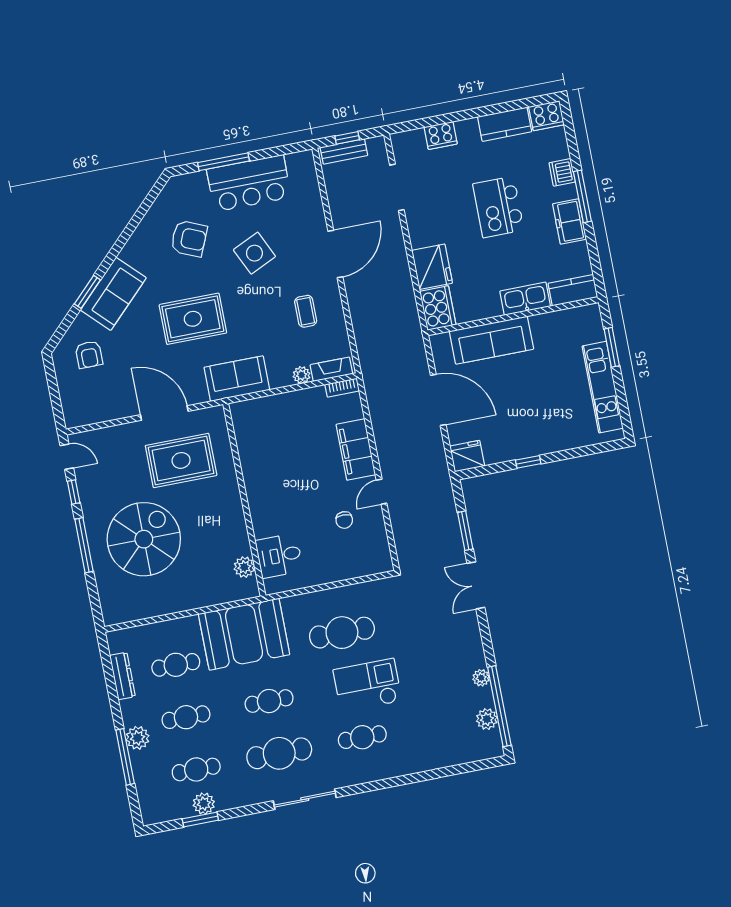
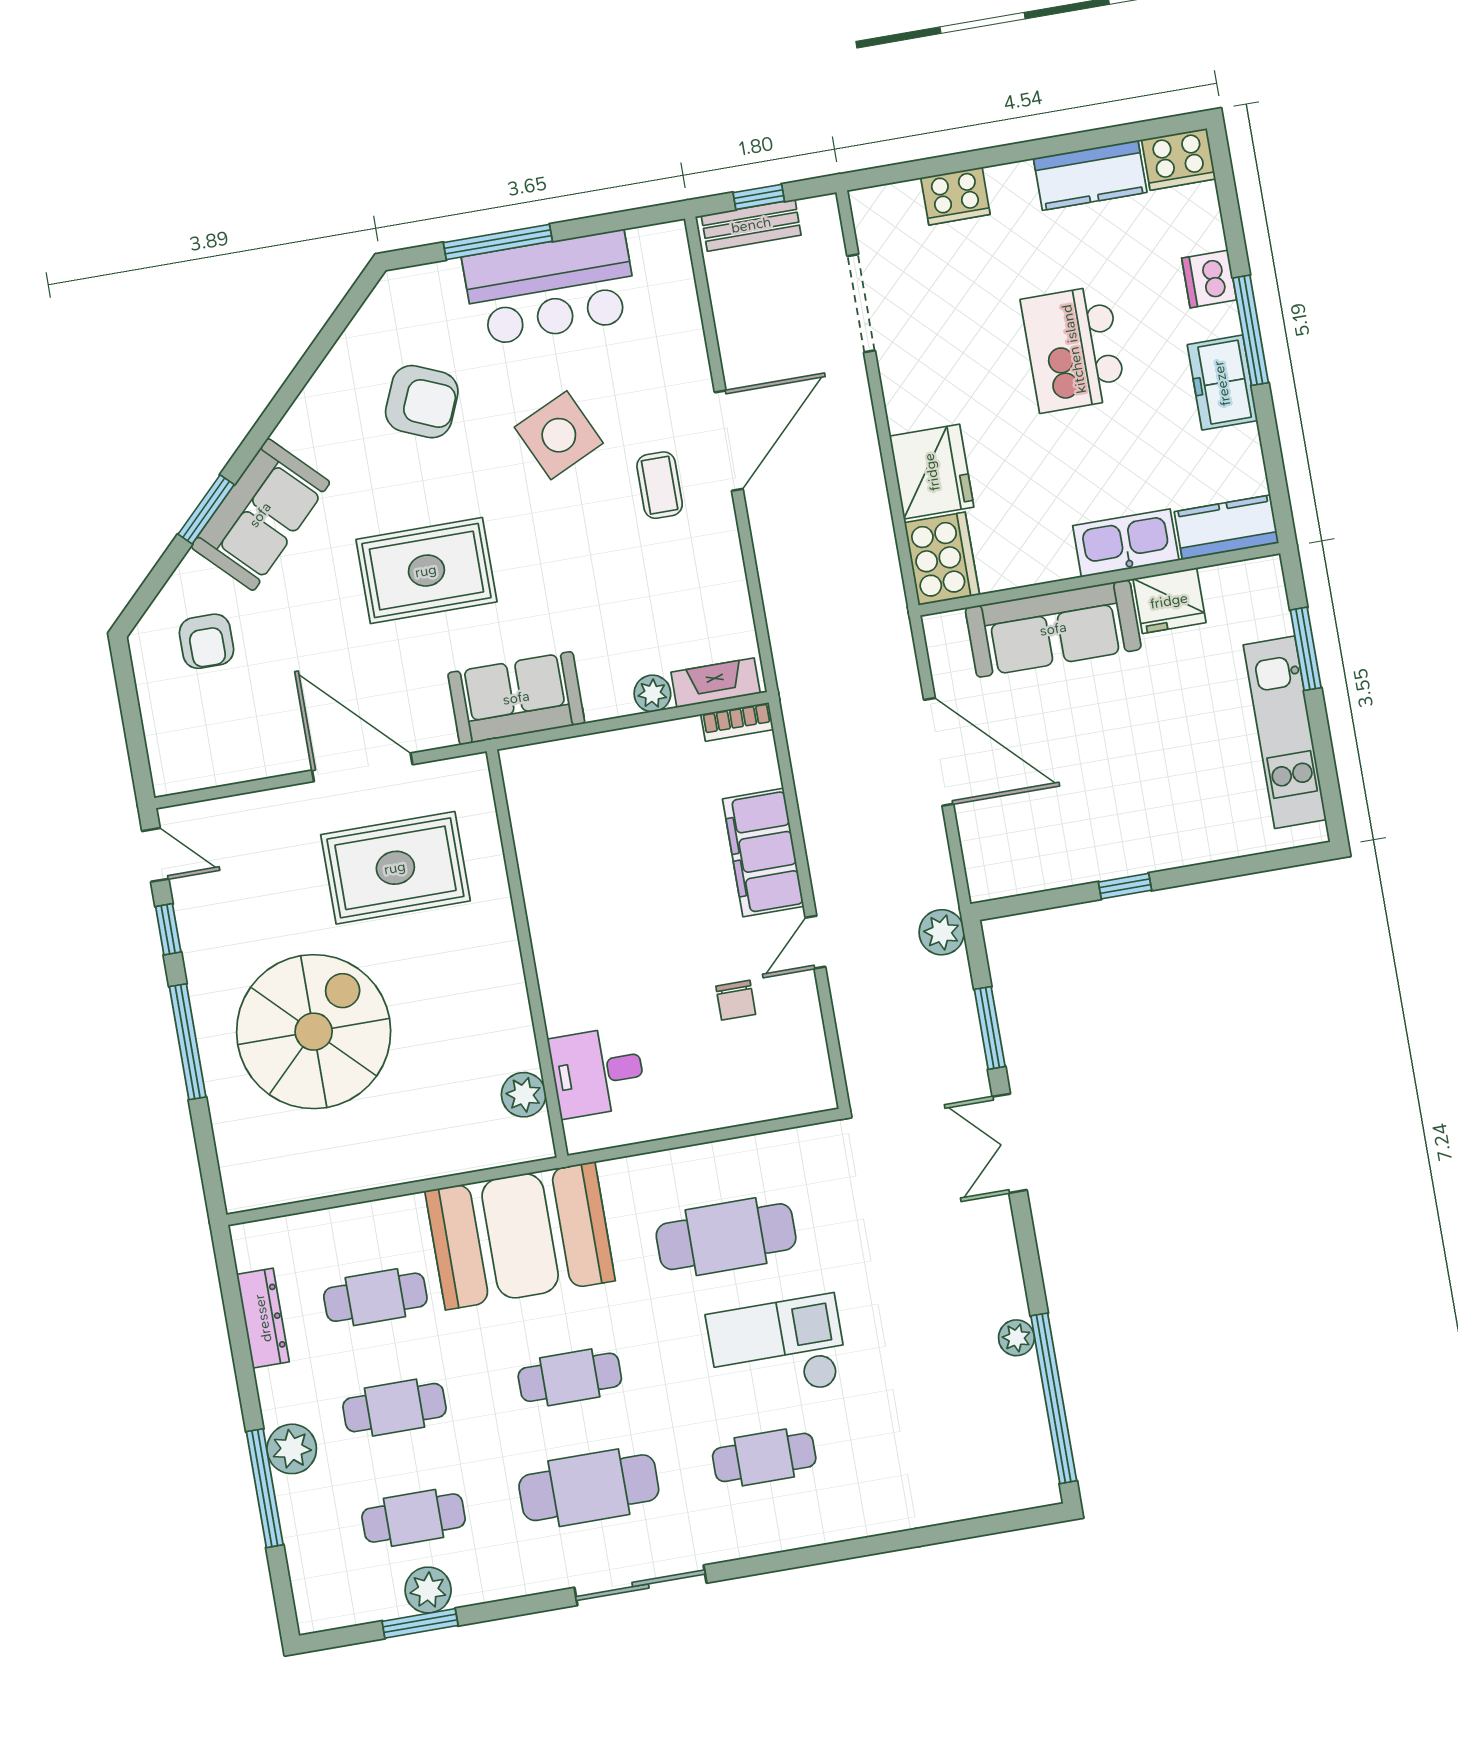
coffee table: (306, 311) -> (660, 485), moved
fridge: (467, 456) -> (1169, 601), moved, turned 180
plant: (487, 719) -> (942, 932), moved

